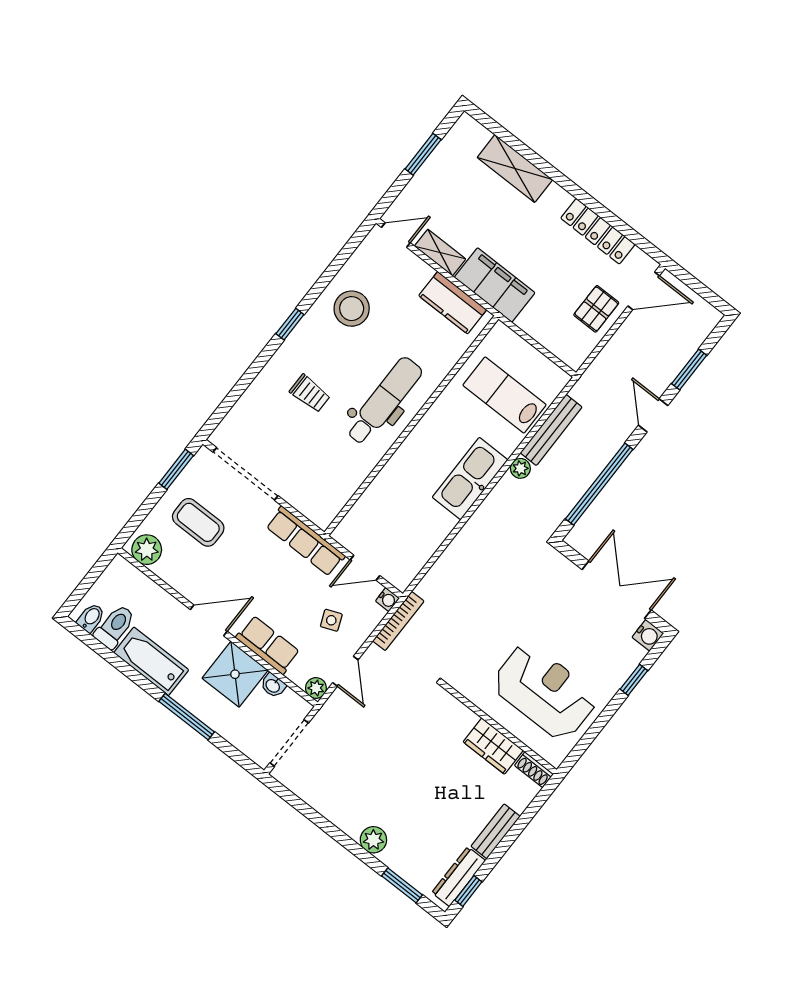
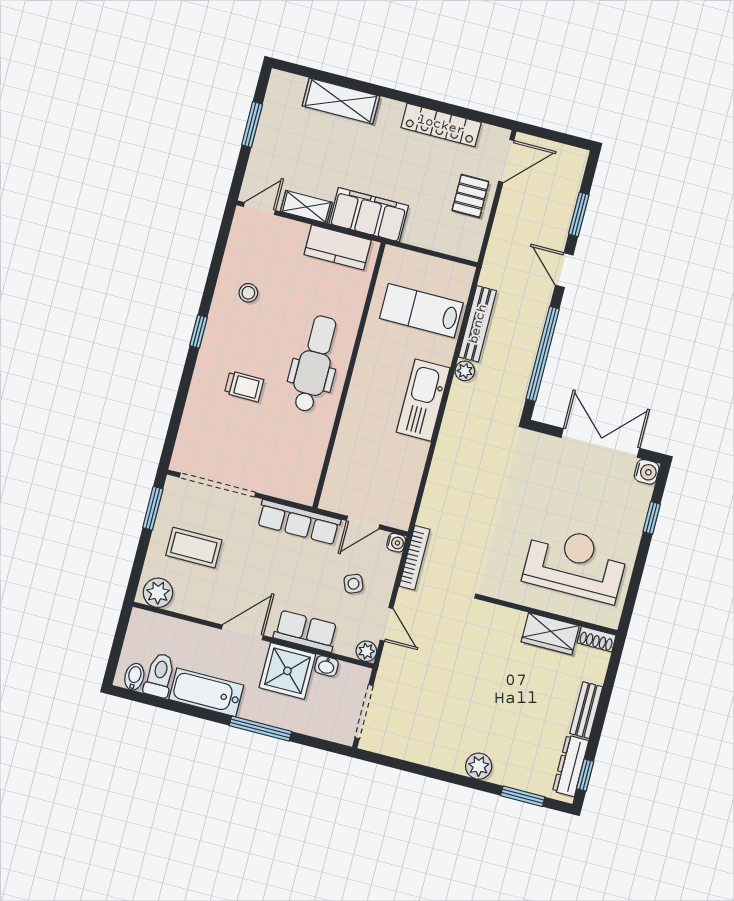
stool: (352, 309) -> (248, 293), width x0.53, depth x0.53

